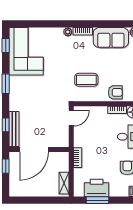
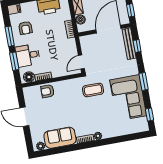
corner sofa: (26, 51) -> (128, 98), moved
coffee table: (86, 80) -> (93, 90), moved
boiler: (64, 166) -> (80, 20), added

